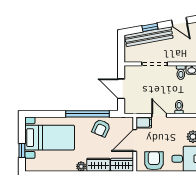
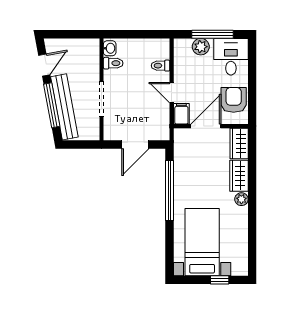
window: (150, 27) -> (52, 105), width x2.17
door: (159, 115) -> (172, 93), hinge flipped
armchair: (101, 128) -> (189, 172), removed
door: (135, 140) -> (206, 126), swing flipped
armchair: (154, 161) -> (234, 100), turned 90

